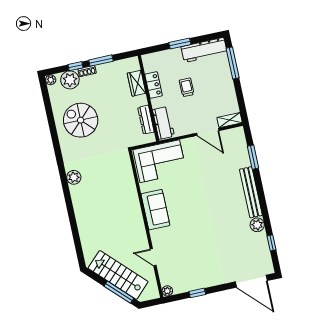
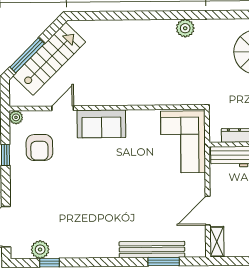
bench: (251, 192) -> (152, 250), moved
sofa: (155, 210) -> (101, 124), moved
plant: (257, 225) -> (40, 250), moved
armchair: (186, 269) -> (39, 147), added

